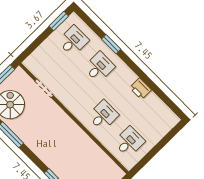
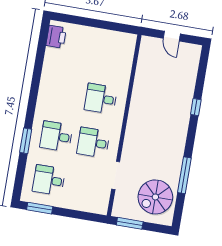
printer: (140, 89) -> (56, 37), moved
desk: (129, 142) -> (93, 143), moved

